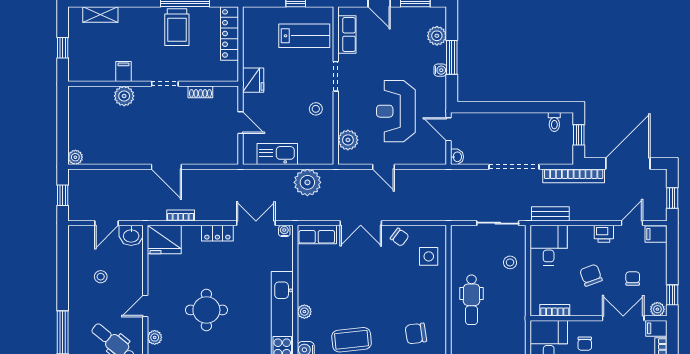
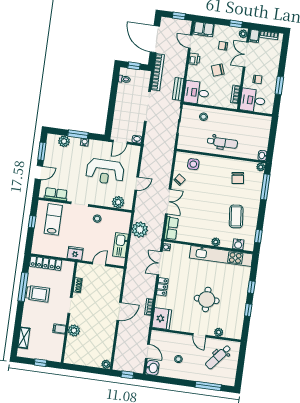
filing cabinet: (656, 234) -> (204, 29), width x2.00
washbasin: (131, 235) -> (152, 368), moved

